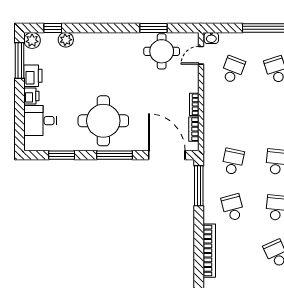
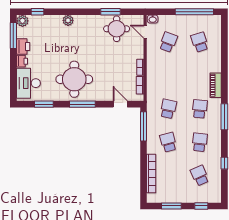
plant: (66, 40) -> (68, 20), moved
door: (201, 55) -> (145, 32), hinge flipped
desk: (40, 121) -> (28, 83), width x1.37
door: (167, 155) -> (120, 104), width x0.53

